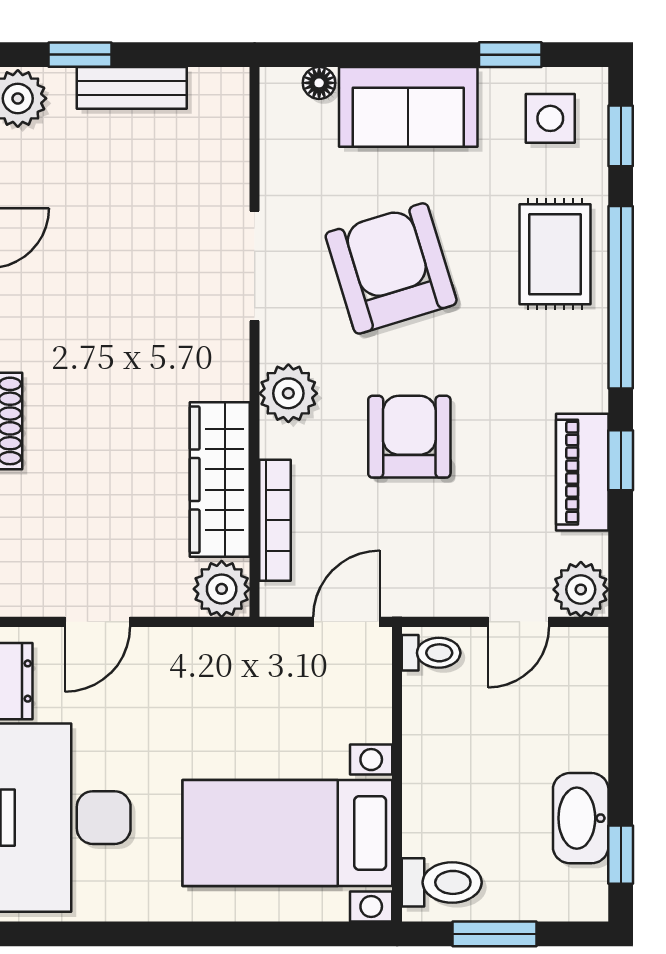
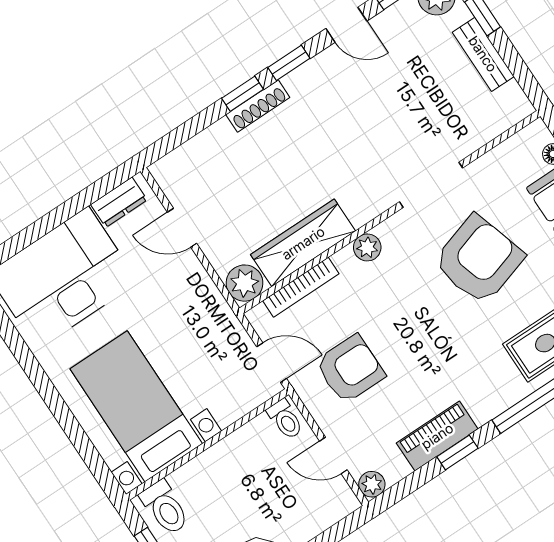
plant: (288, 393) -> (367, 247), width x0.73, depth x0.73
armchair: (409, 437) -> (350, 369), moved
plant: (581, 589) -> (372, 484), width x0.73, depth x0.73

